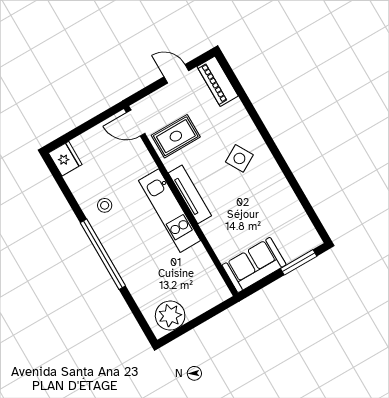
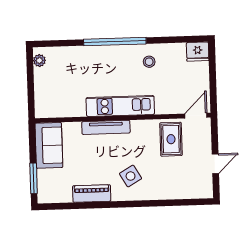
piano: (218, 81) -> (92, 194), moved
tv unit: (190, 194) -> (106, 127), moved
plant: (170, 316) -> (39, 61), width x0.53, depth x0.53

